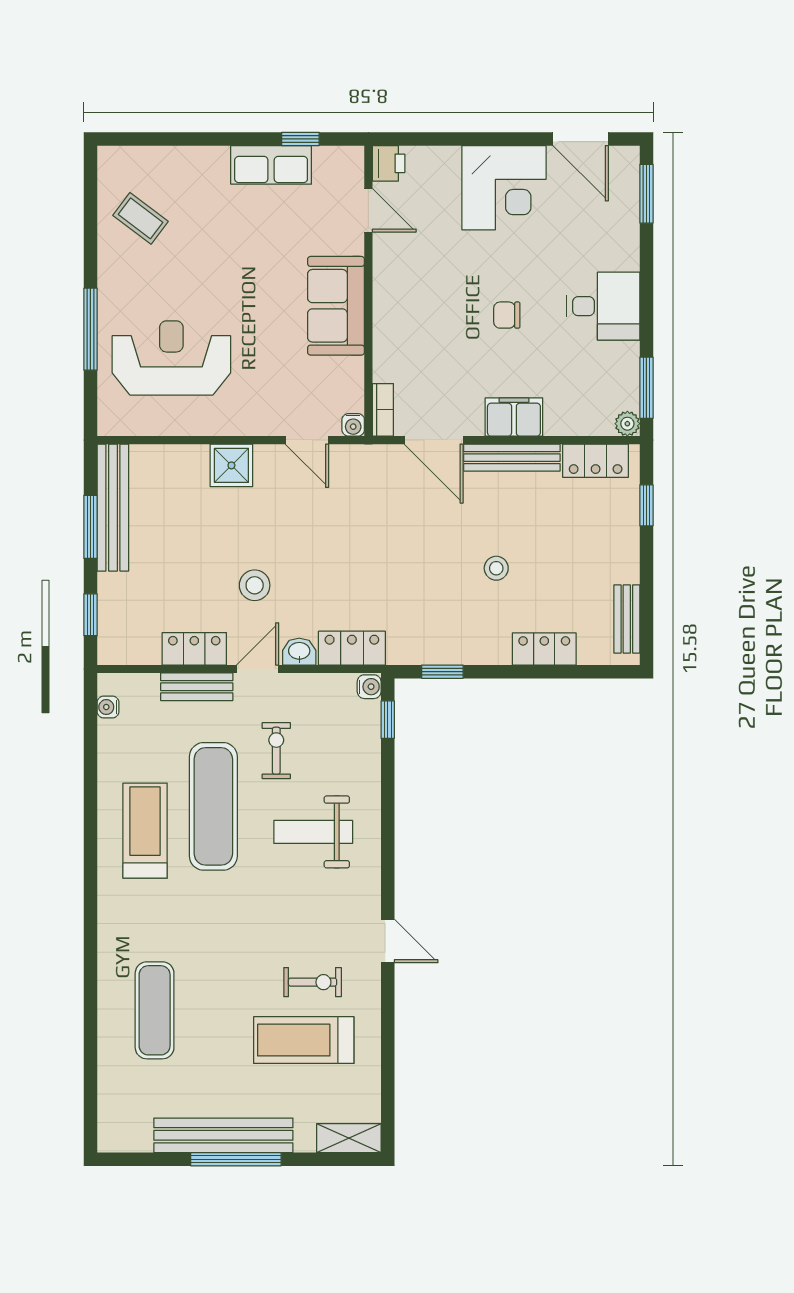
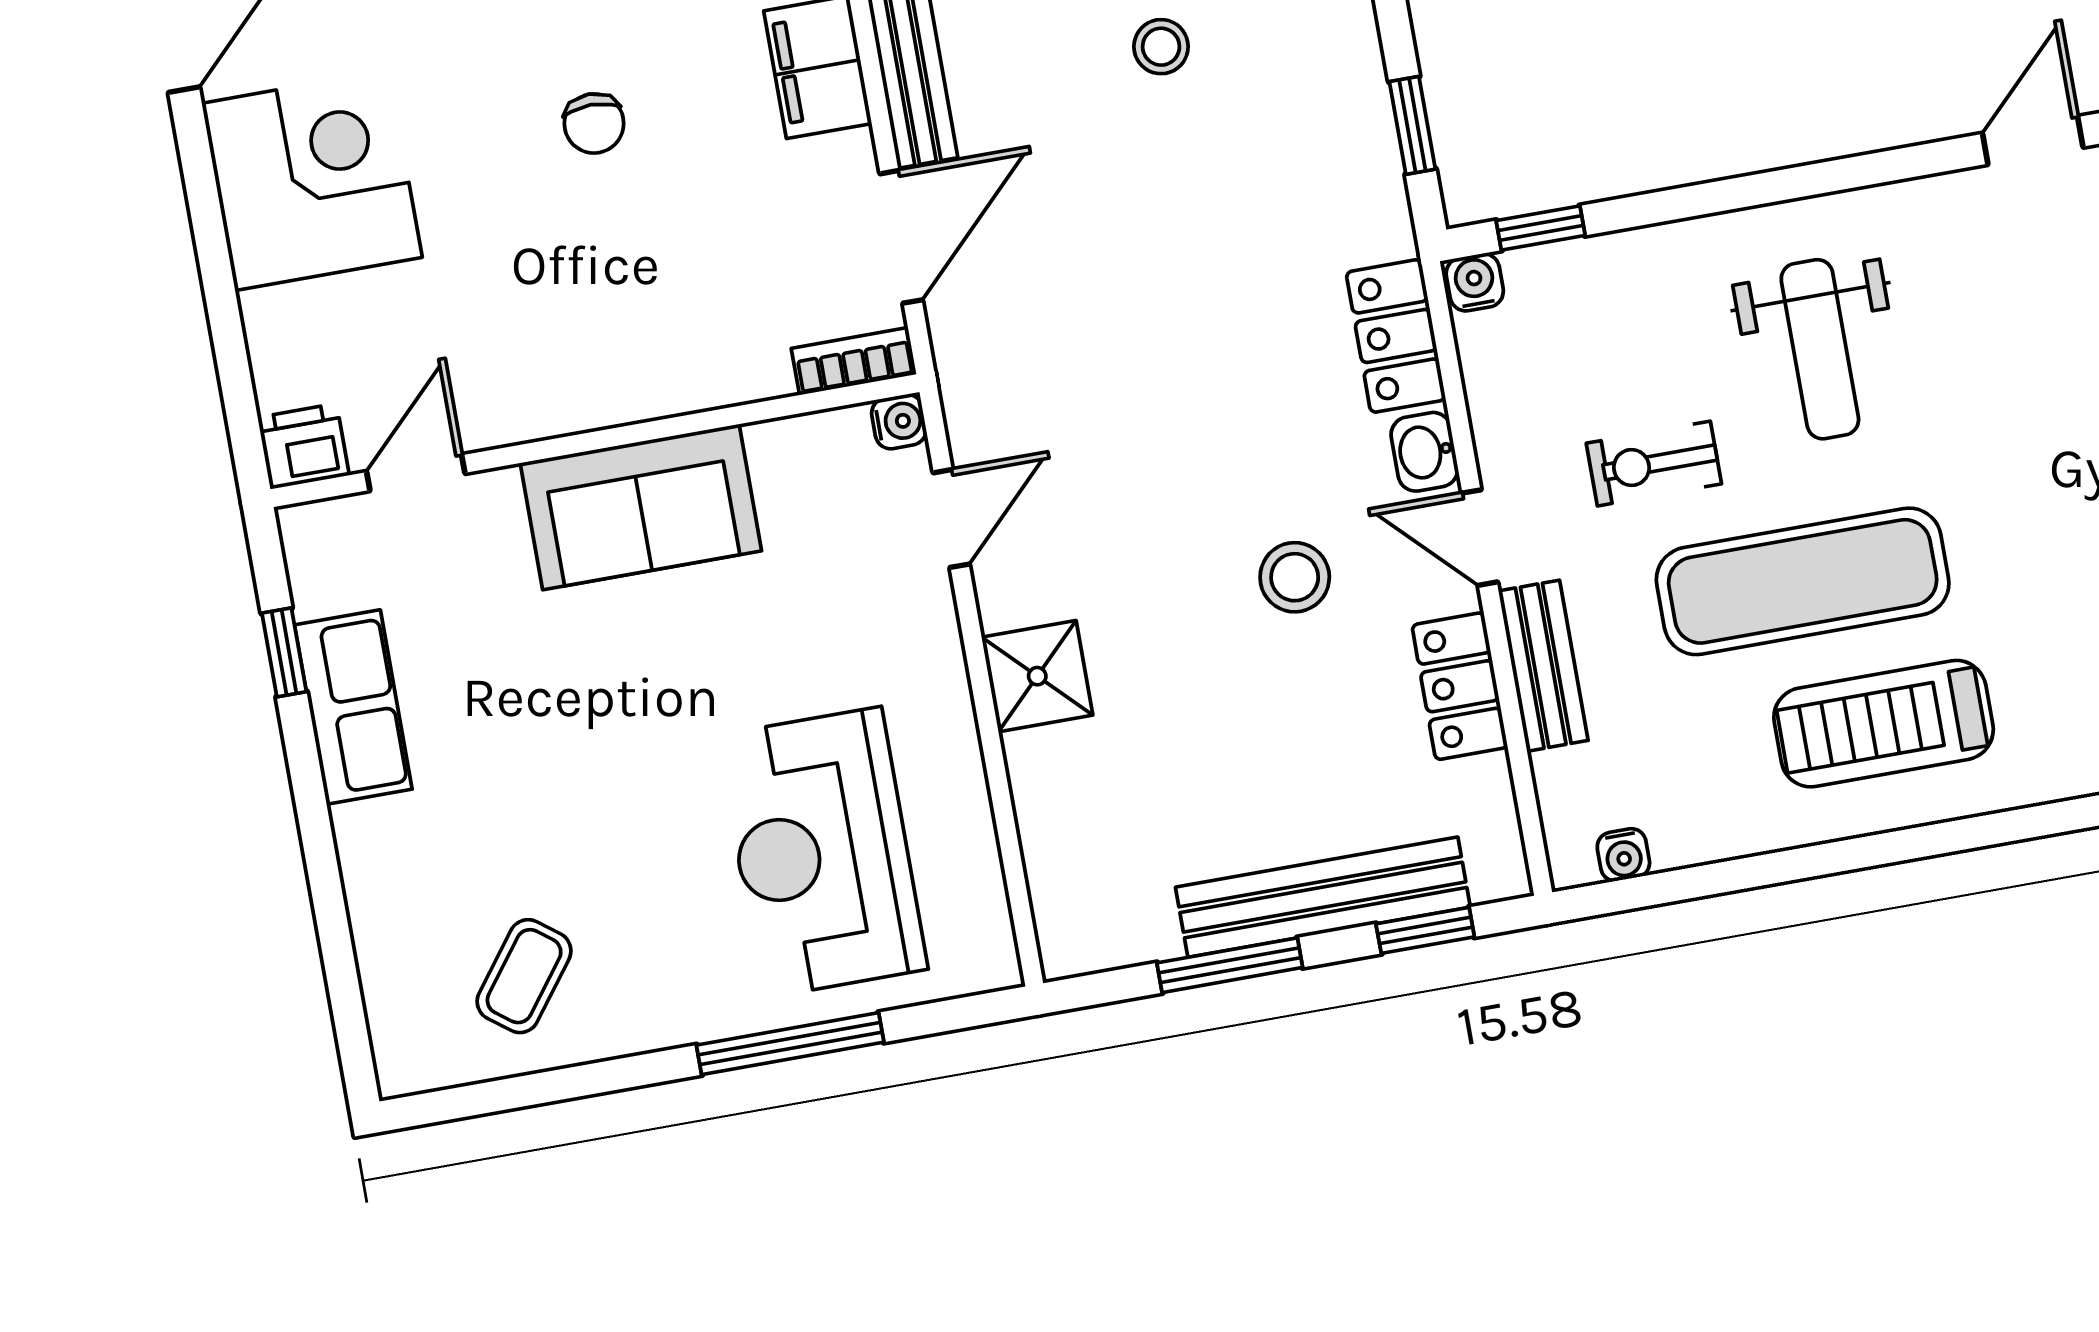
bench: (113, 508) -> (1323, 897), moved

